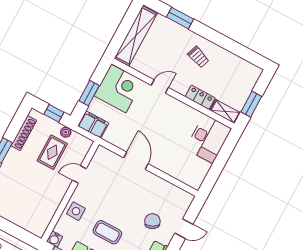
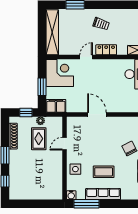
locker: (200, 97) -> (106, 50), moved

